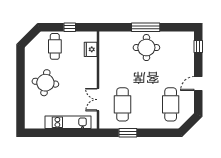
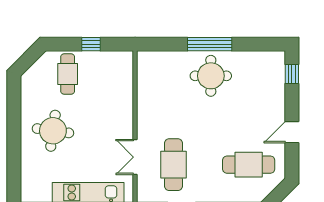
fridge: (91, 49) -> (124, 79), removed
cafe table: (171, 104) -> (249, 165), turned 90

